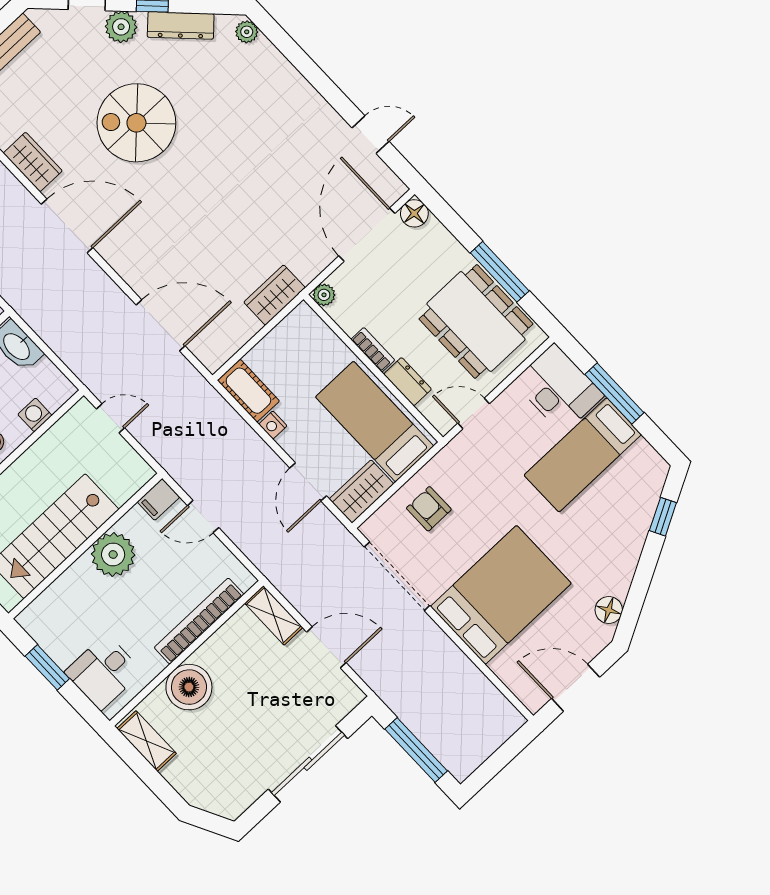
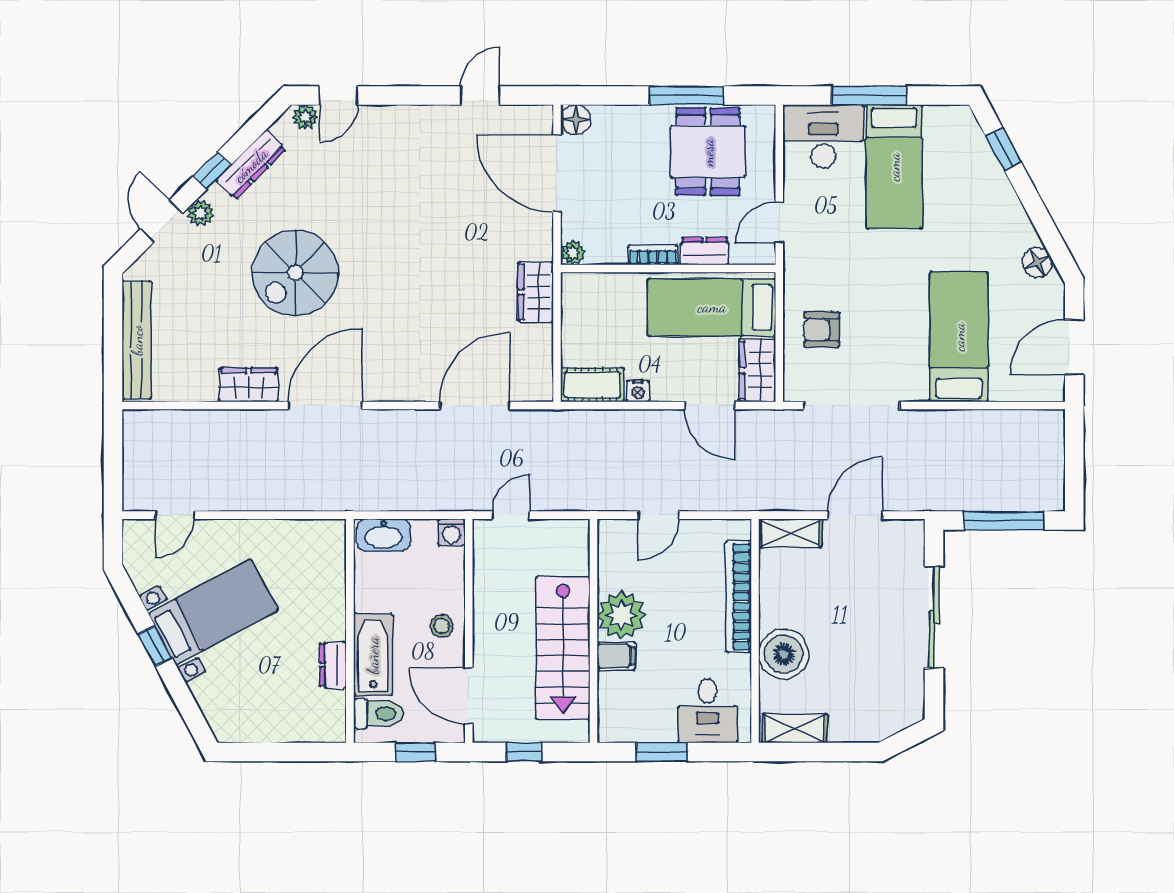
plant: (121, 27) -> (201, 213), width x0.73, depth x0.73
door: (282, 40) -> (338, 95), added
dining table: (476, 321) -> (708, 152), width x0.73
washing machine: (35, 415) -> (452, 532), moved, turned -90
filing cabinet: (158, 499) -> (616, 656), moved, turned -90
bed: (501, 595) -> (959, 337), width x0.67

